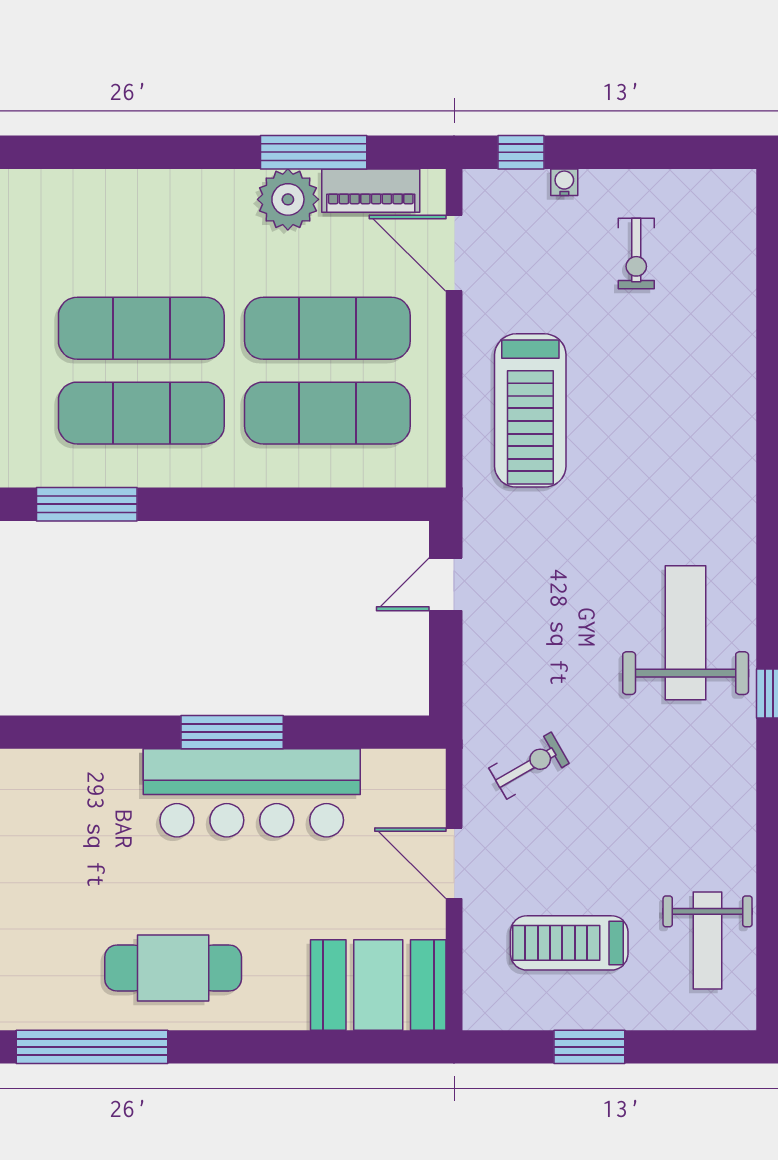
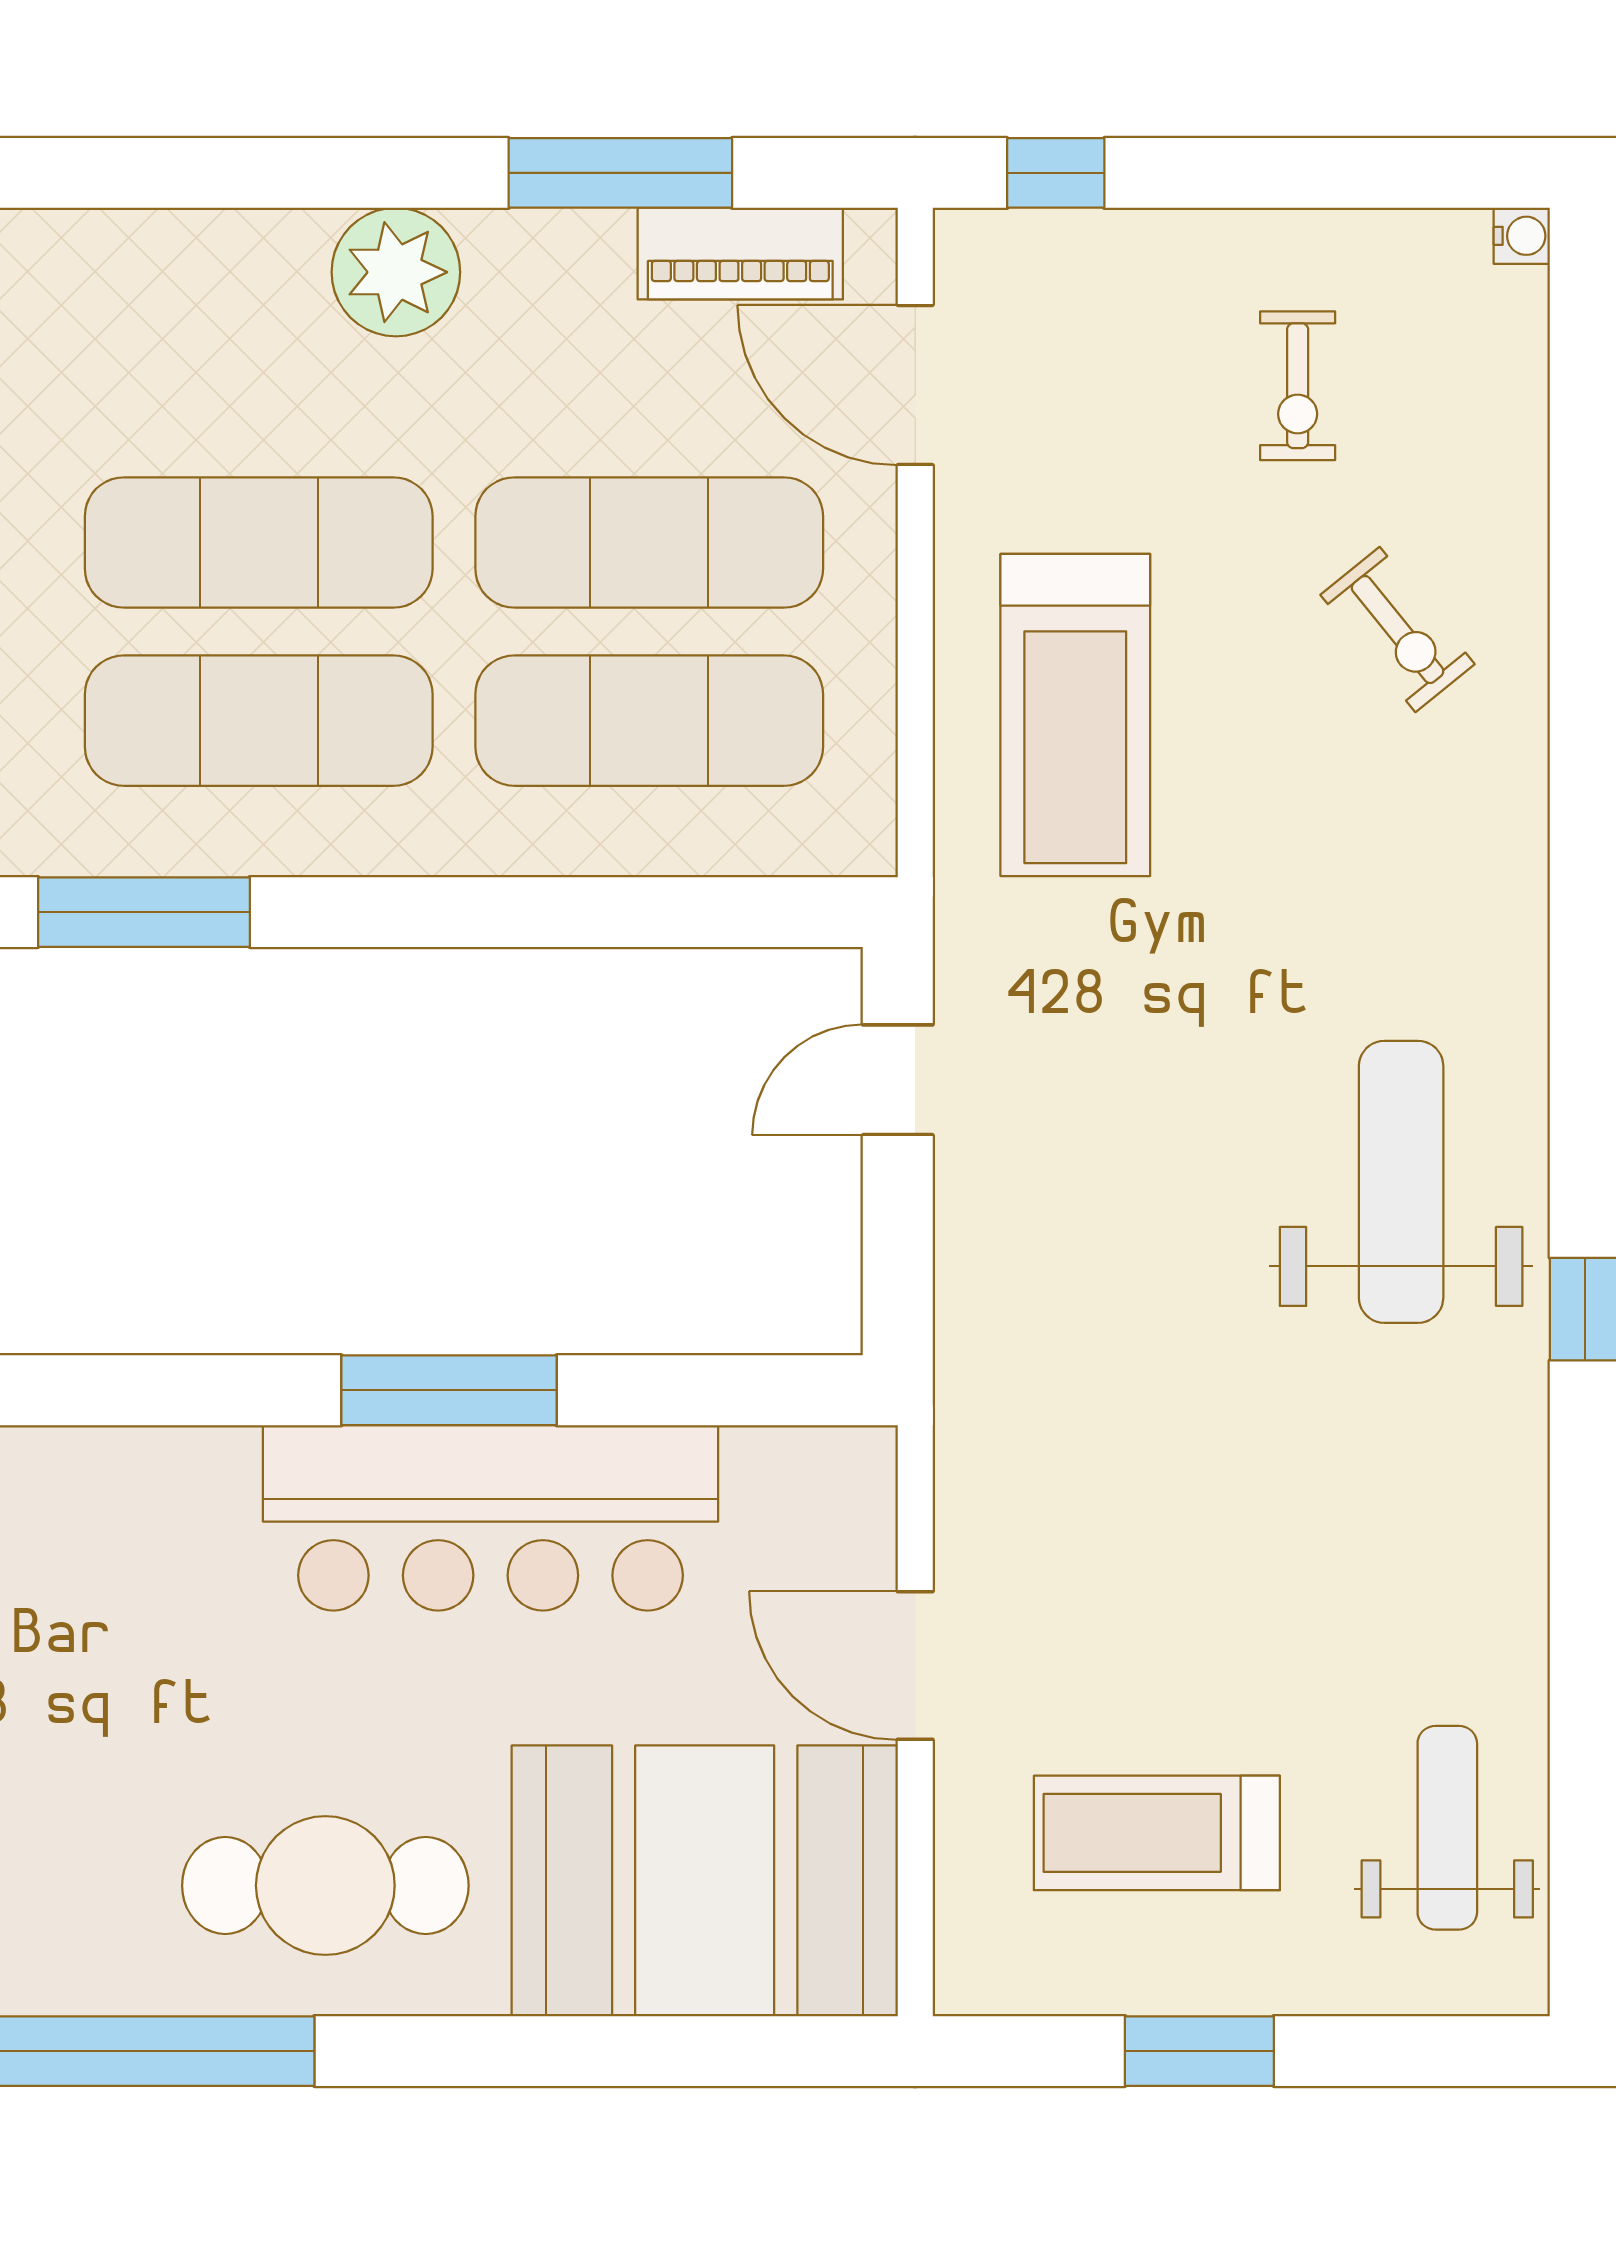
water cooler: (564, 182) -> (1522, 236), moved, turned 90
plant: (288, 199) -> (396, 272), moved
exercise bike: (529, 766) -> (1398, 630), moved, turned 81
weight bench: (708, 940) -> (1447, 1828), turned 180
booth: (378, 985) -> (705, 1881), width x1.36, depth x1.42

